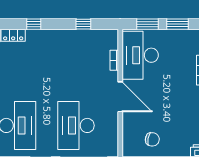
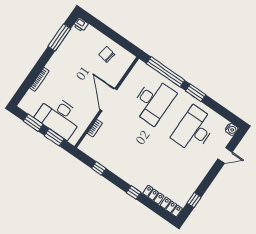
desk: (140, 55) -> (59, 117), moved, turned 90

